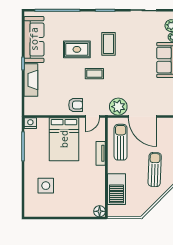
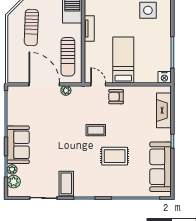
coffee table: (109, 44) -> (66, 183), moved
fireplace: (31, 80) -> (164, 110), moved
plant: (118, 107) -> (66, 90), width x0.53, depth x0.53
door: (92, 116) -> (98, 84), hinge flipped
bed: (64, 139) -> (123, 60), width x0.67
tv unit: (101, 153) -> (89, 28), moved

